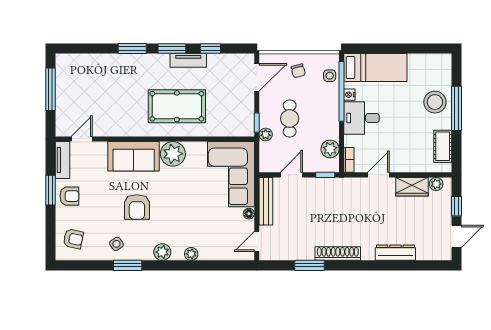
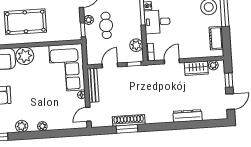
plant: (266, 134) -> (89, 20), moved
shoe rack: (338, 253) -> (129, 120), moved

